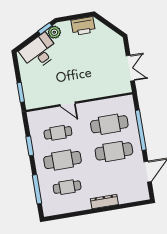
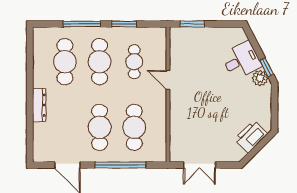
printer: (83, 26) -> (251, 136), moved, turned 45
desk: (39, 52) -> (241, 60), width x0.73
door: (68, 104) -> (168, 80), hinge flipped
cafe table: (67, 187) -> (65, 62), width x1.37, depth x1.35
window: (37, 189) -> (82, 24), moved

